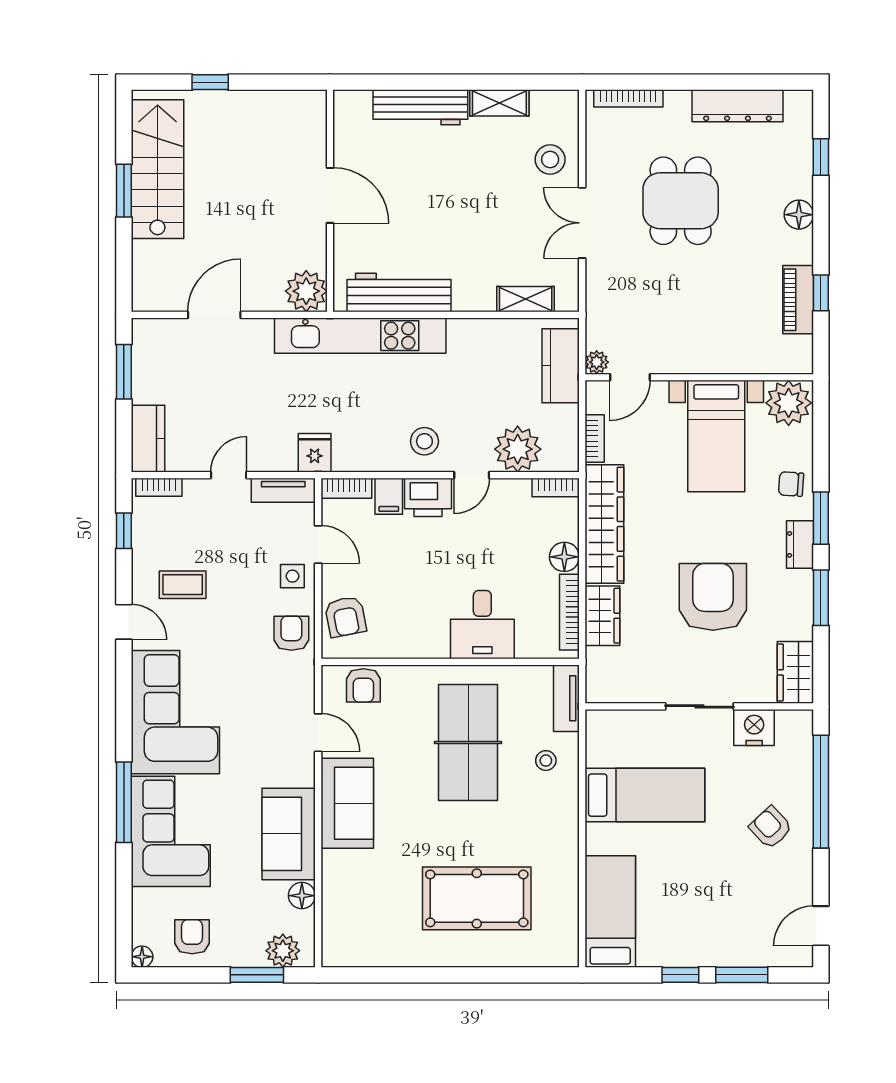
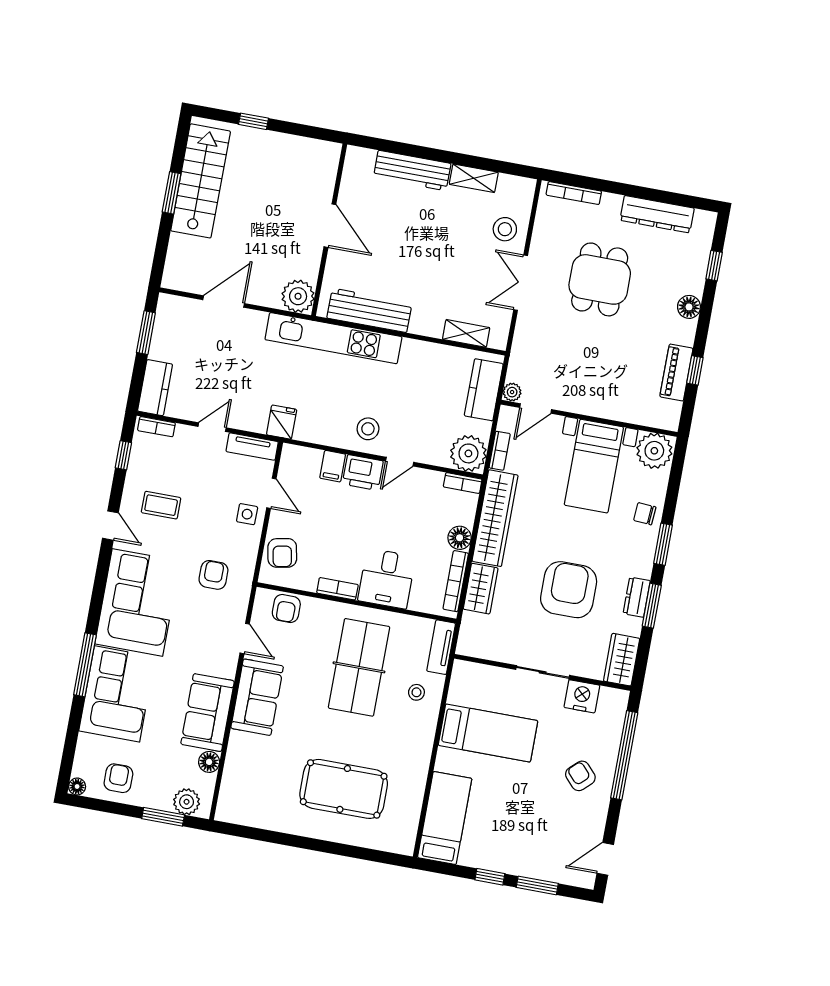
plant: (518, 449) -> (468, 453), moved
bookcase: (346, 488) -> (337, 589), moved, turned 180
dresser: (800, 544) -> (637, 597), moved
armchair: (291, 633) -> (213, 575), moved

